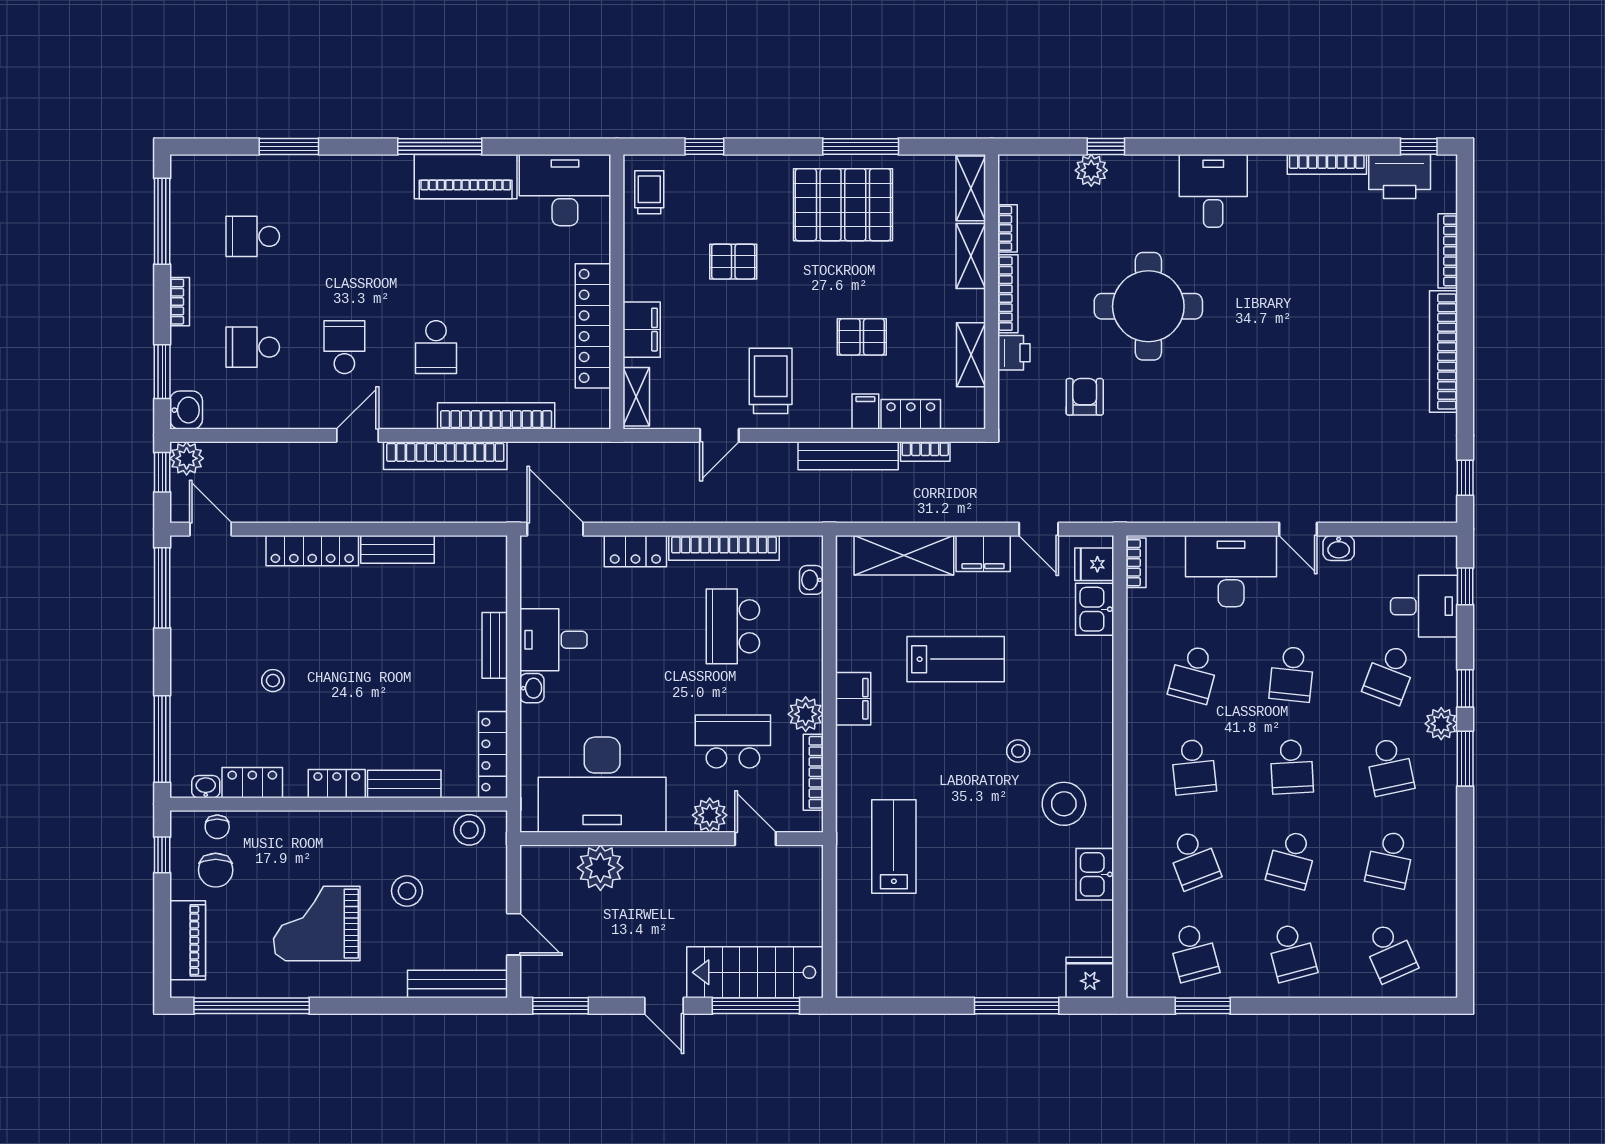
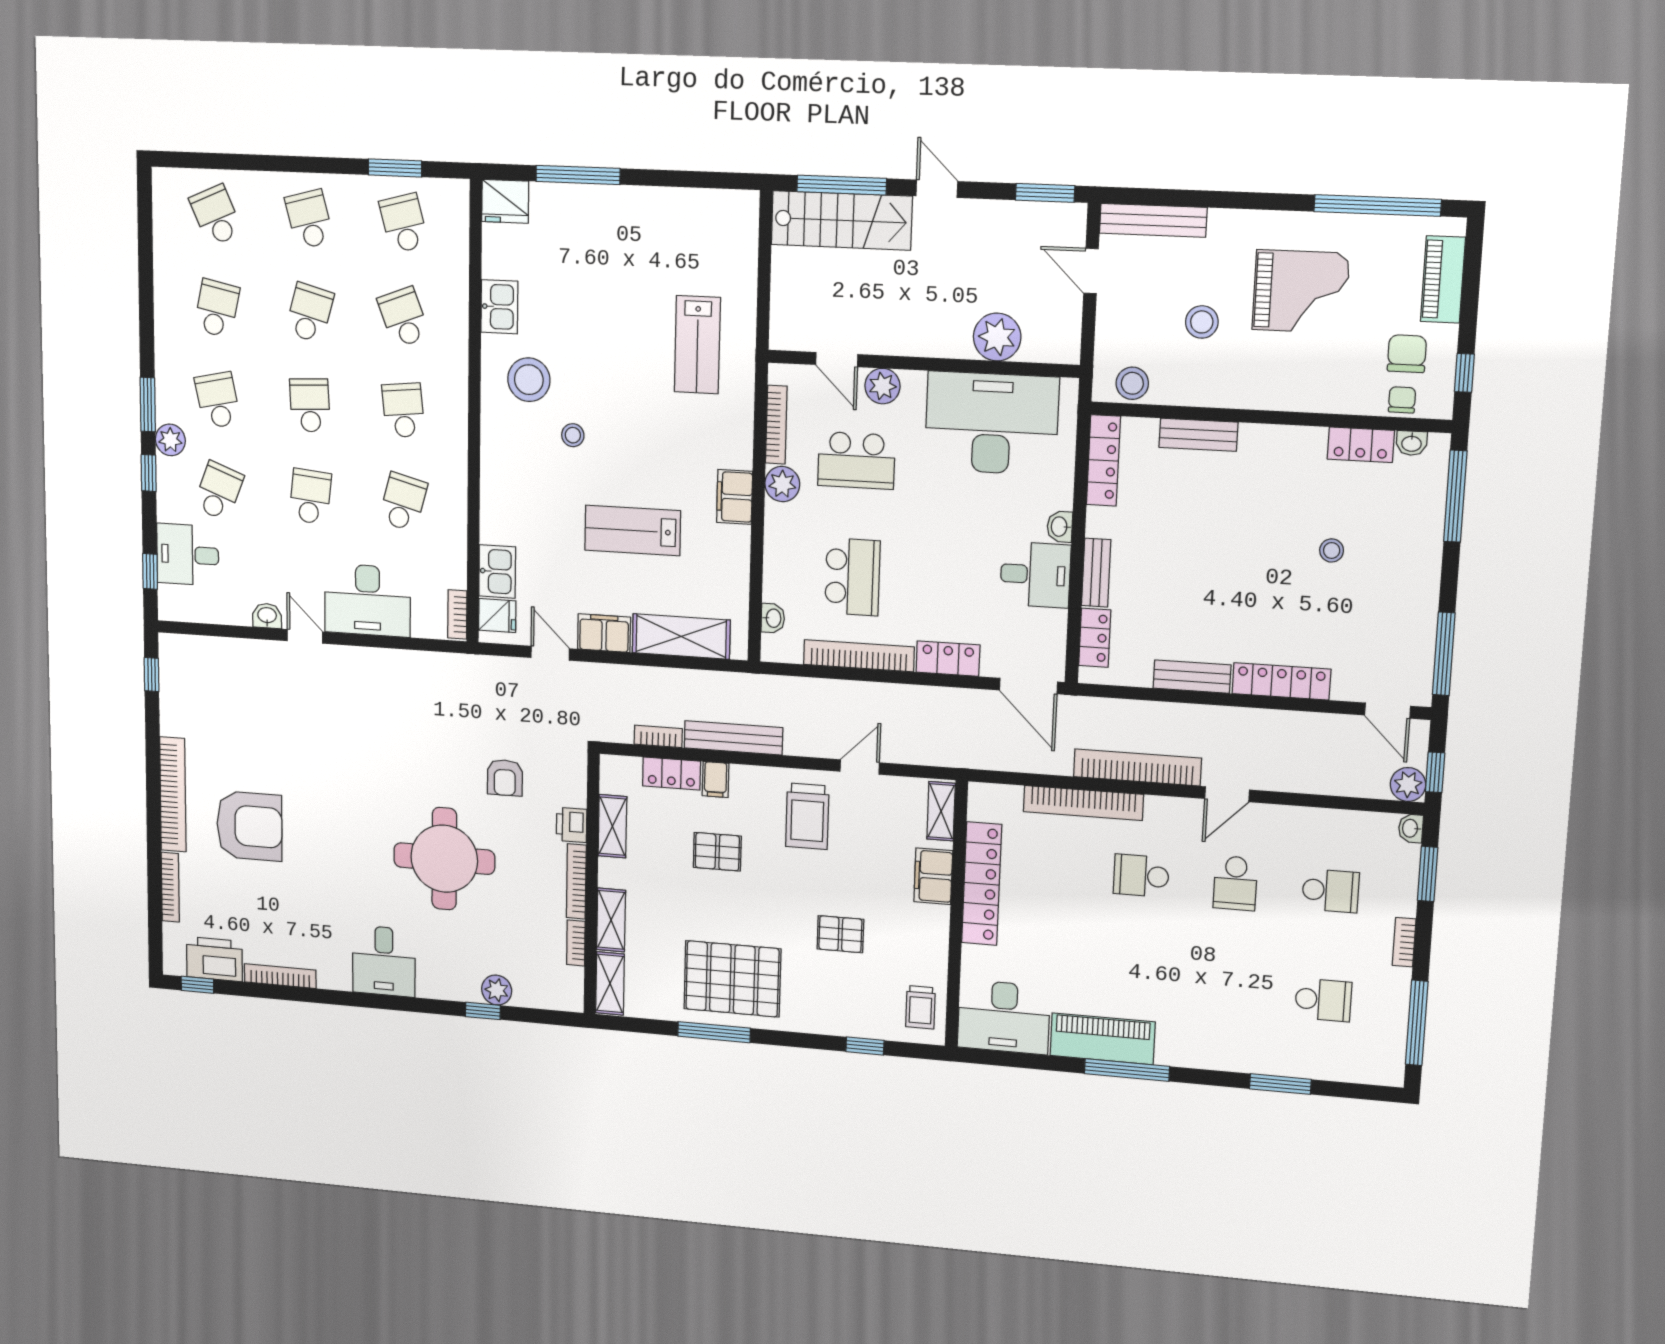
armchair: (1360, 324) -> (249, 826), added
school desk: (436, 347) -> (1141, 876), turned -90
washbasin: (186, 410) -> (1411, 828), width x0.72, depth x0.69
locker: (337, 784) -> (1095, 638), moved, turned -90

